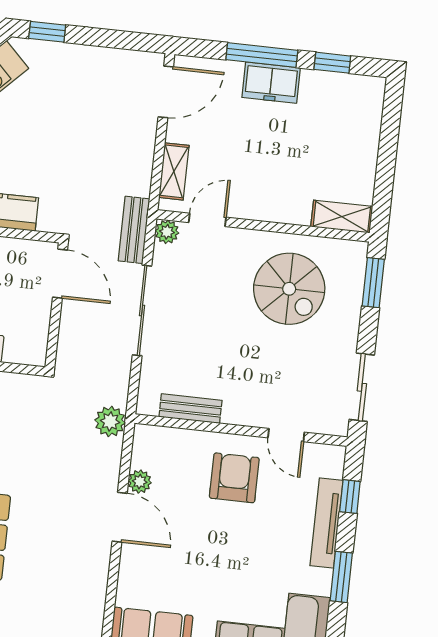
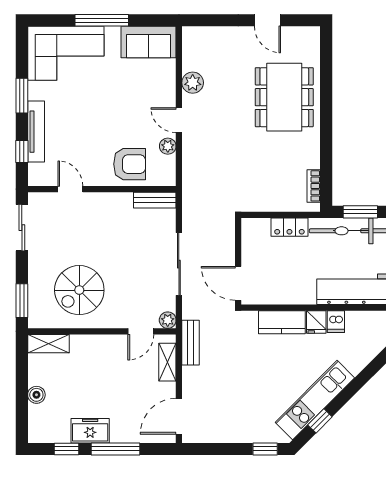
freezer: (271, 83) -> (90, 431), moved
boiler: (367, 145) -> (36, 395), added
bench: (134, 230) -> (191, 343), moved
spiral stairs: (289, 289) -> (79, 290), turned -90
bench: (190, 409) -> (155, 200), moved
plant: (110, 421) -> (193, 83), moved
armchair: (234, 478) -> (130, 164), moved, turned -90
door: (120, 517) -> (179, 120), width x0.73

